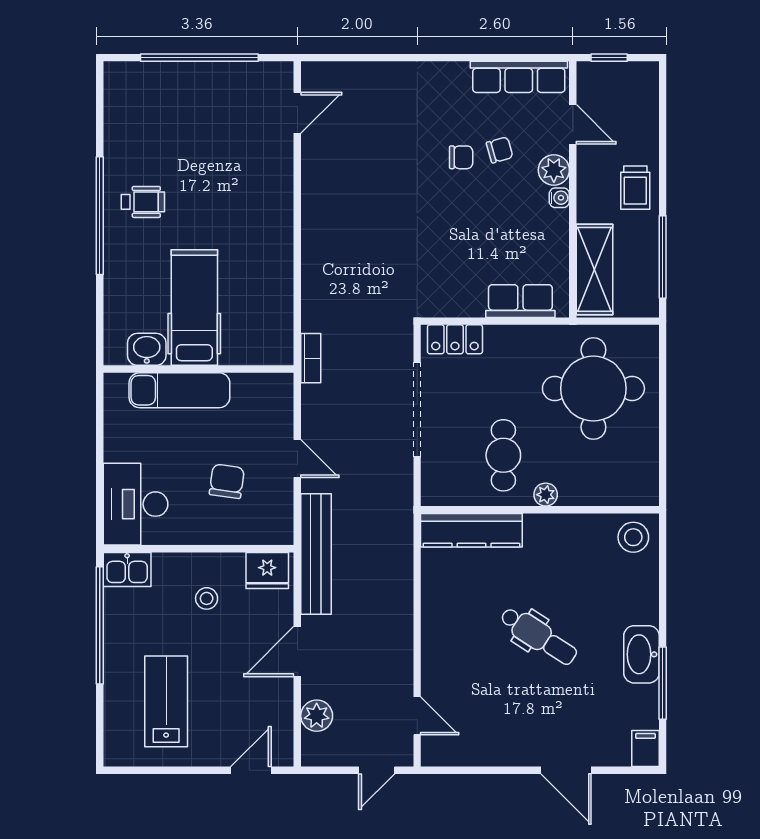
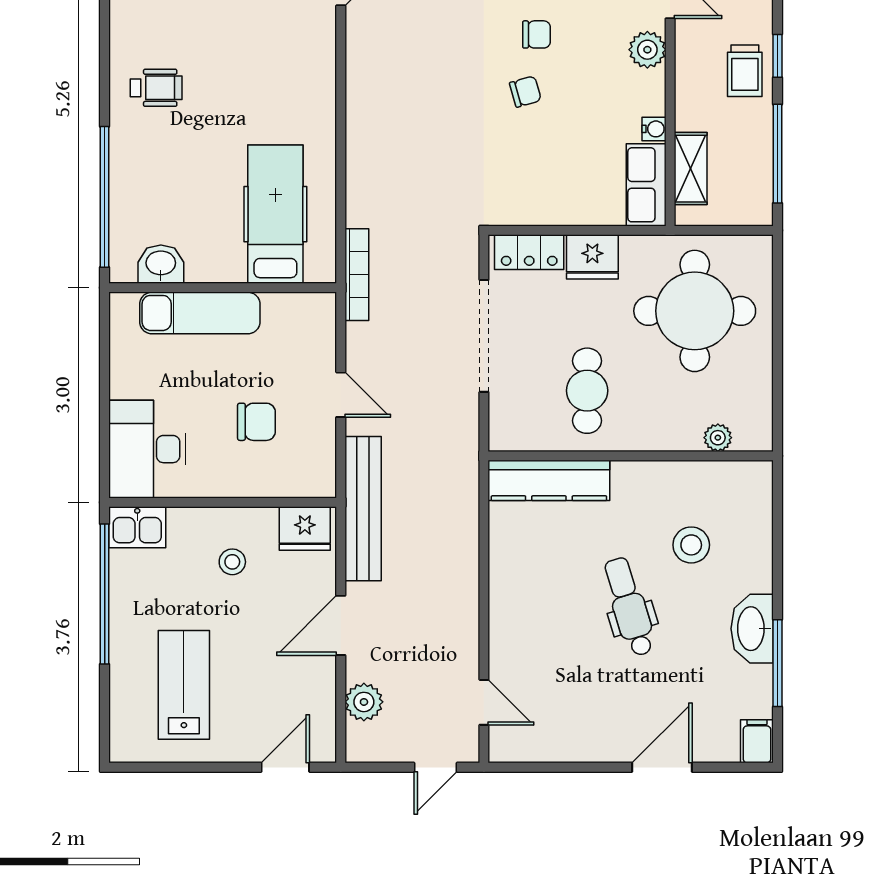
chair: (500, 150) -> (525, 92), moved
window: (663, 175) -> (777, 56), added
water cooler: (559, 198) -> (654, 129), moved
window: (100, 216) -> (105, 197), moved
shelving: (595, 269) -> (691, 169), width x0.67, depth x0.75
row of seats: (520, 301) -> (646, 185), moved, turned -90
hospital bed: (194, 308) -> (275, 214), moved
fridge: (508, 343) -> (592, 257), added
bookcase: (311, 358) -> (357, 275), width x1.56
chair: (227, 481) -> (256, 422), turned 82
plant: (546, 495) -> (718, 438), moved
stool: (633, 537) -> (691, 545), moved
dental chair: (539, 636) -> (629, 607), turned -140
door: (566, 770) -> (662, 767), swing flipped

